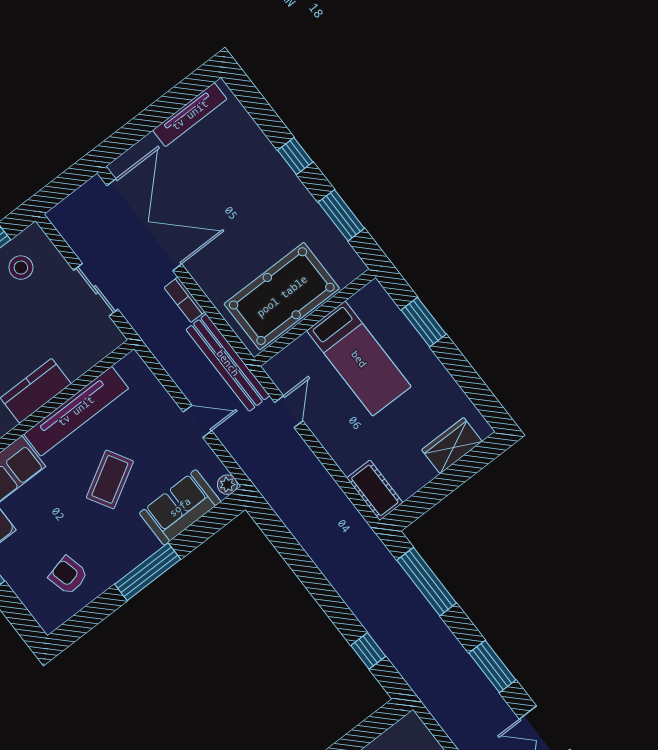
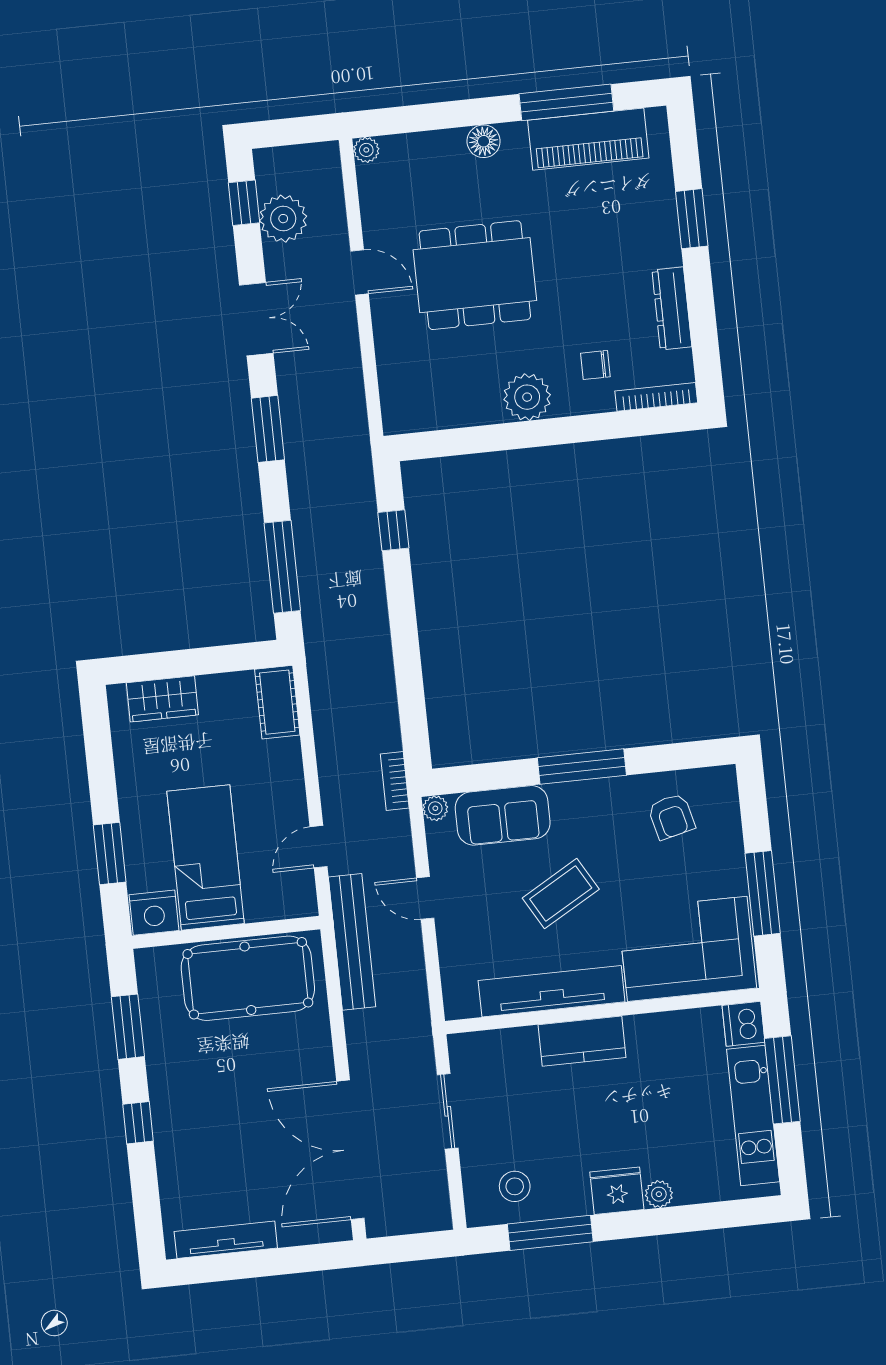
bookcase: (184, 300) -> (395, 781), moved, turned 180
nightstand: (370, 301) -> (154, 913), added

